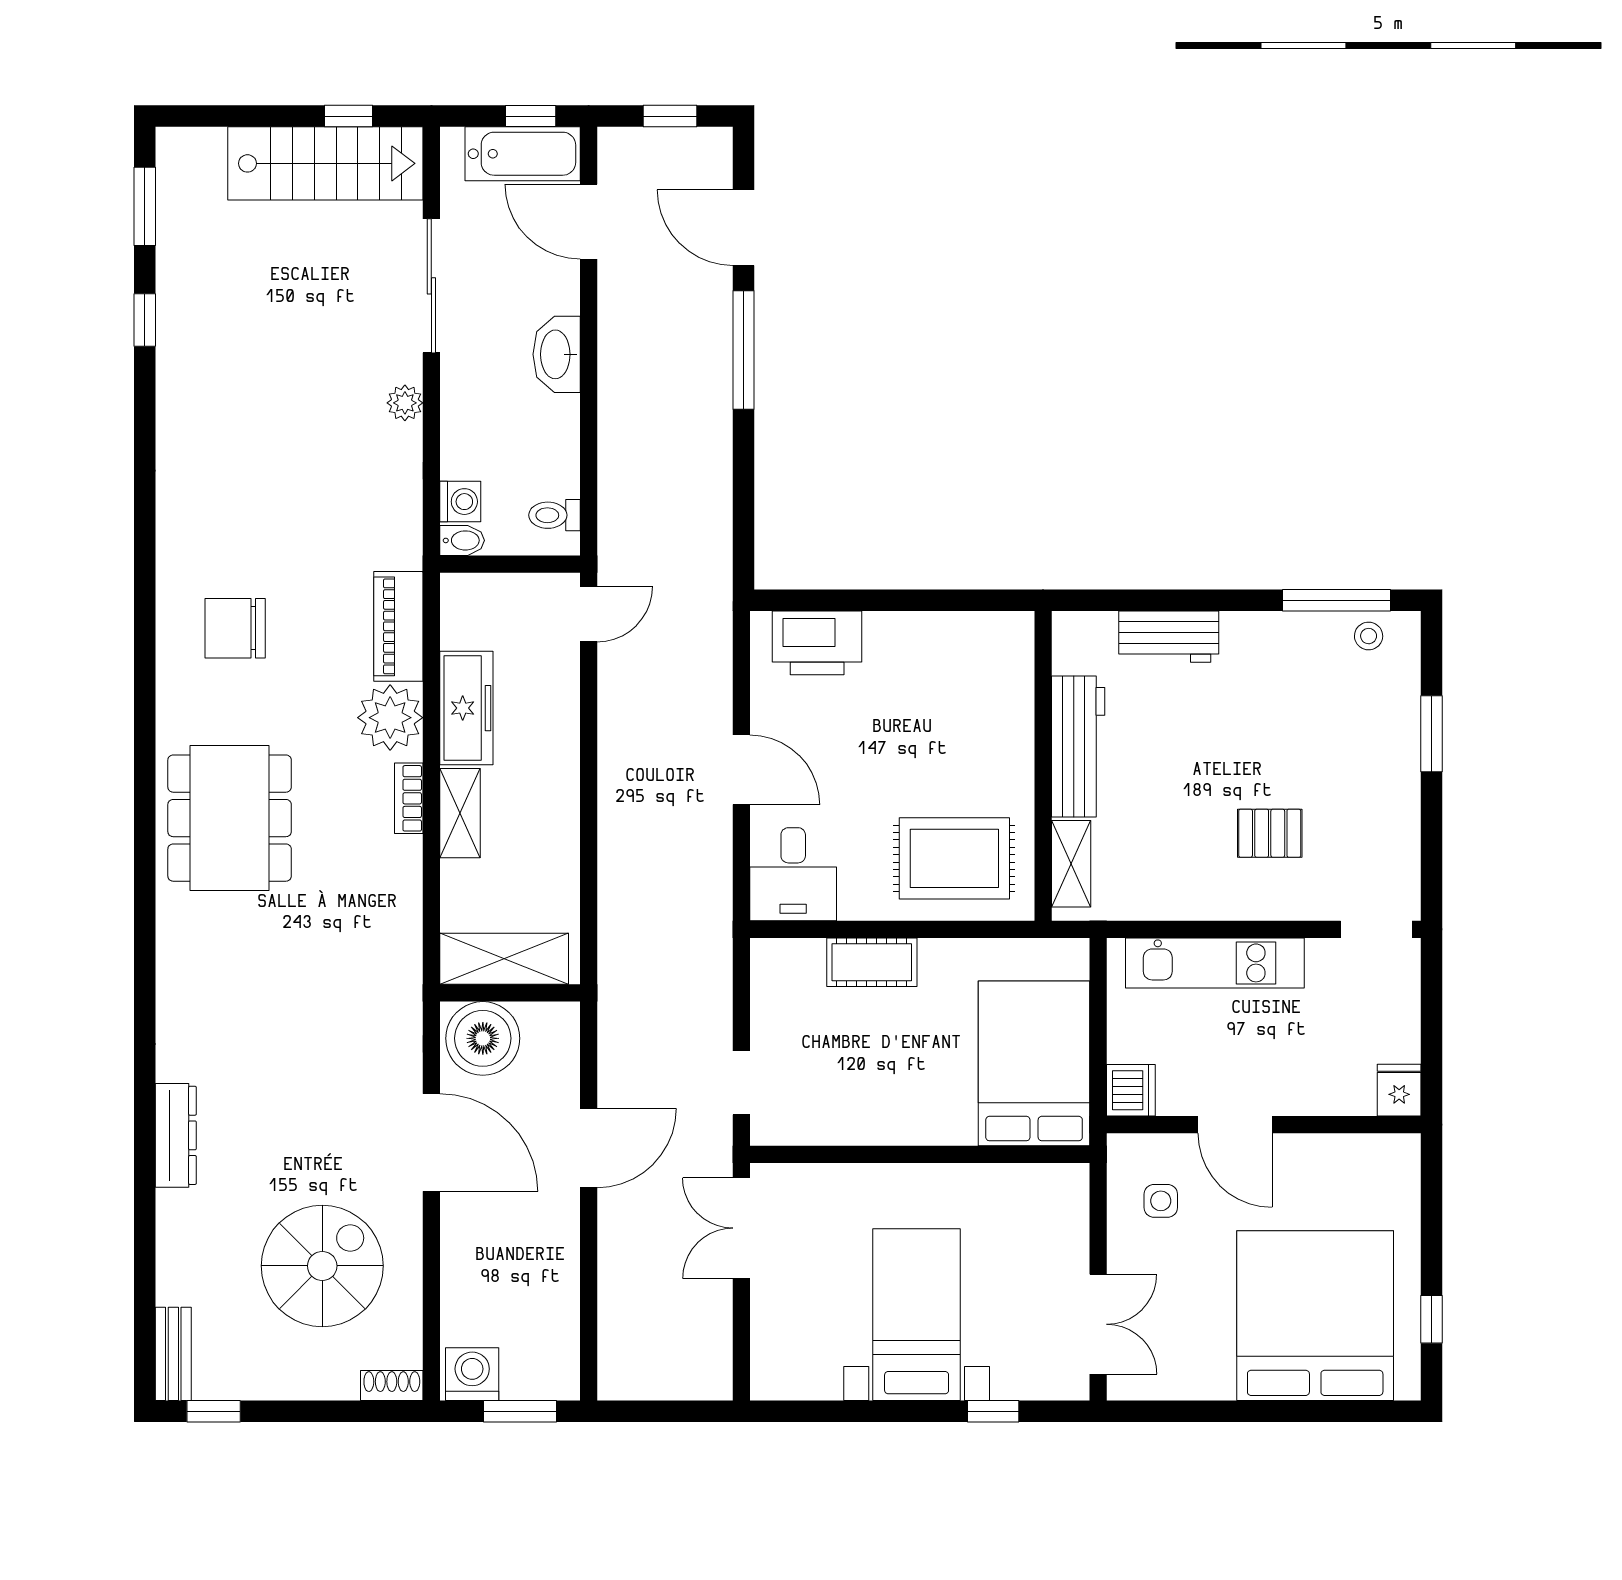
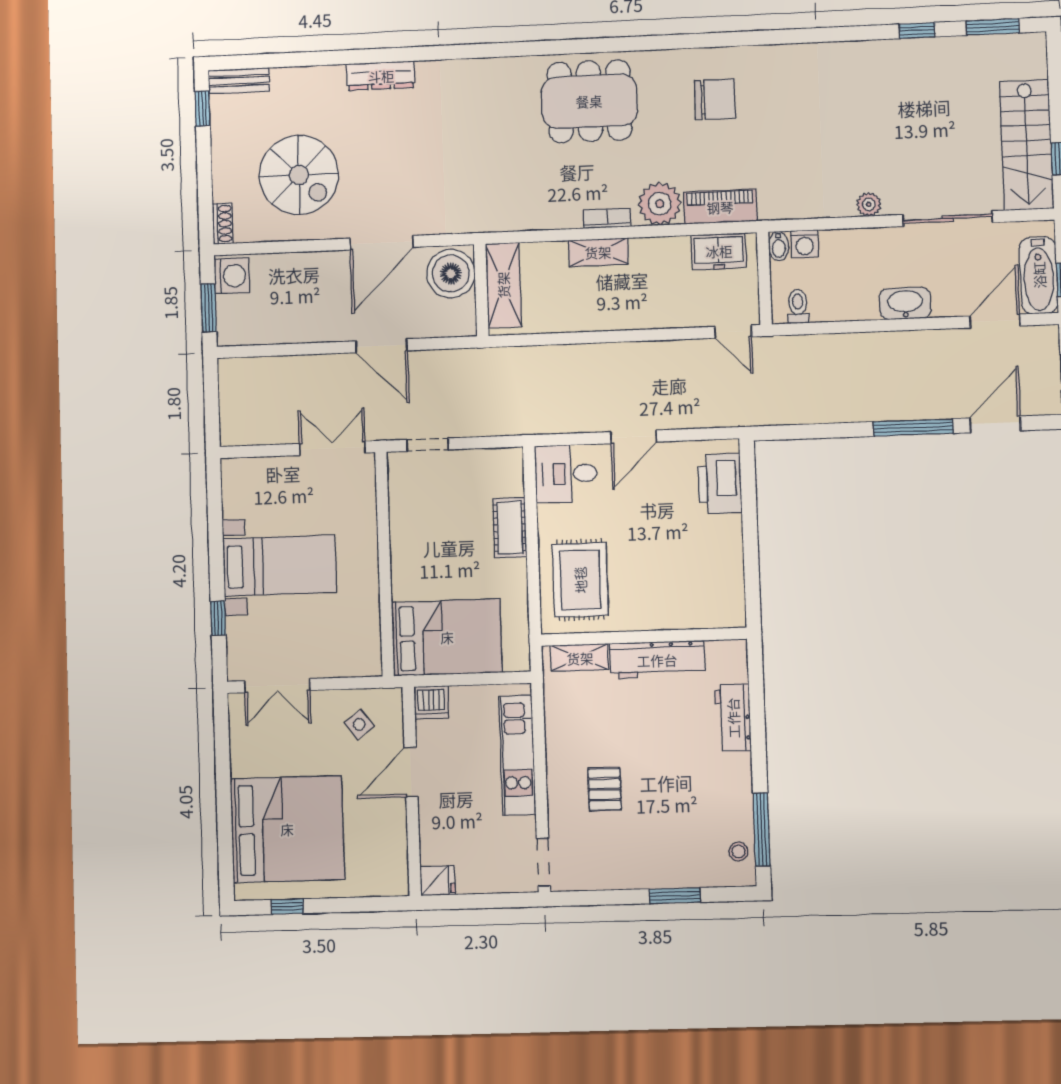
chair: (235, 628) -> (715, 99), turned 90
freezer: (466, 708) -> (719, 251), moved, width x0.71
side table: (1161, 1201) -> (359, 724), turned -38

